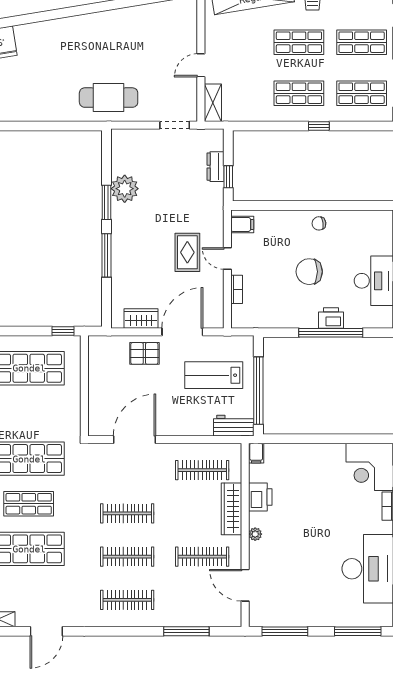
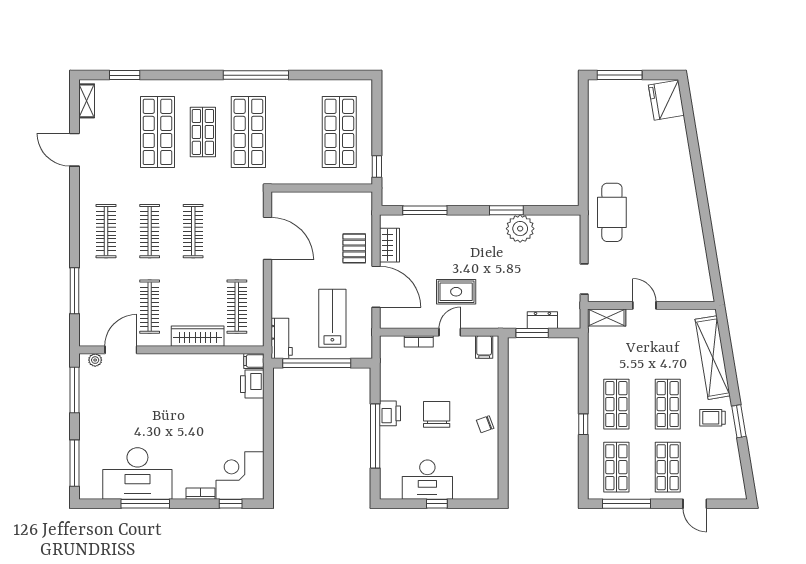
window: (228, 177) -> (532, 333), width x1.50
chair: (319, 223) -> (485, 424), turned -102
window: (106, 255) -> (425, 210), moved
printer: (331, 318) -> (390, 413), moved
printer: (260, 497) -> (252, 384), moved, turned 90
plant: (255, 534) -> (95, 360), moved

